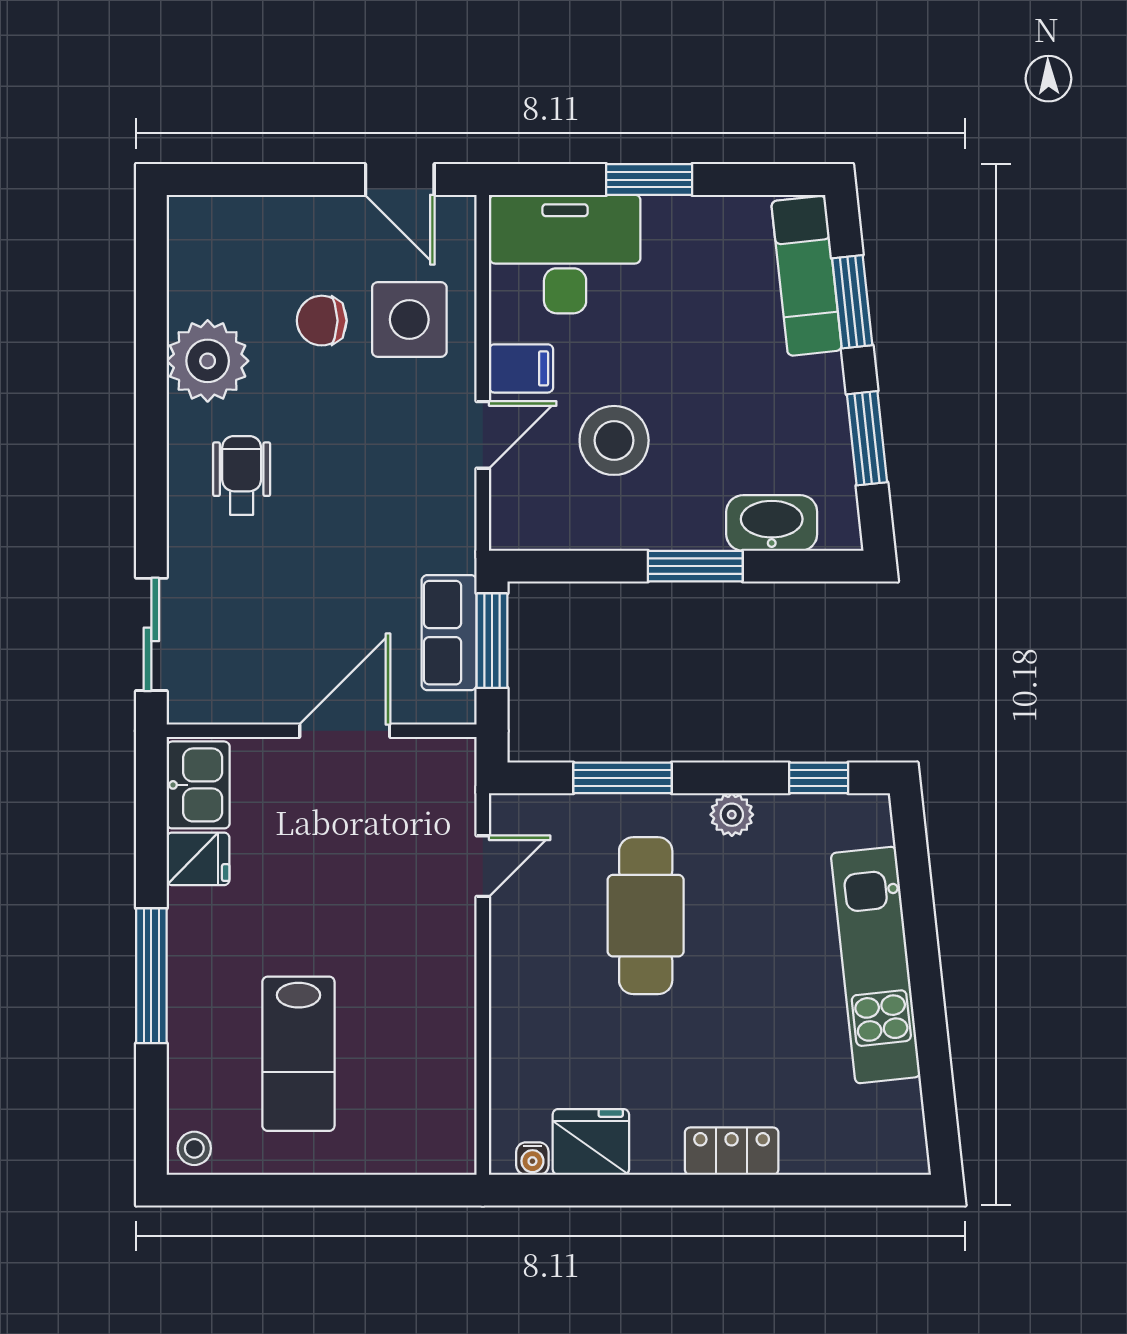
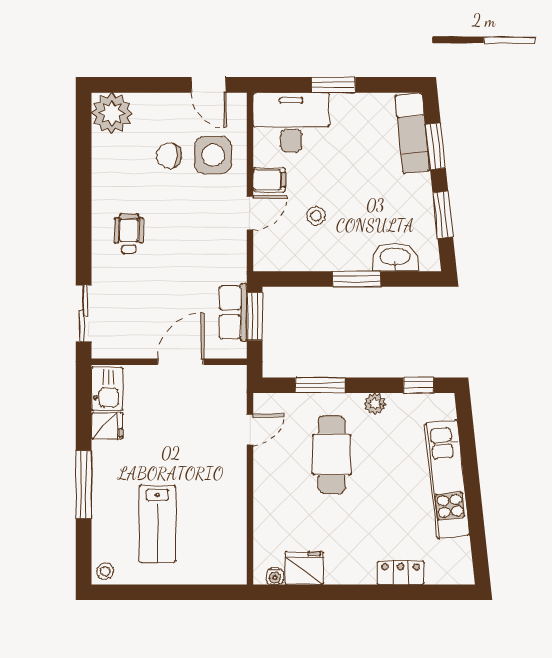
plant: (208, 361) -> (112, 113), moved
stool: (614, 440) -> (316, 216), width x0.53, depth x0.53
locker: (732, 1151) -> (401, 573), moved

